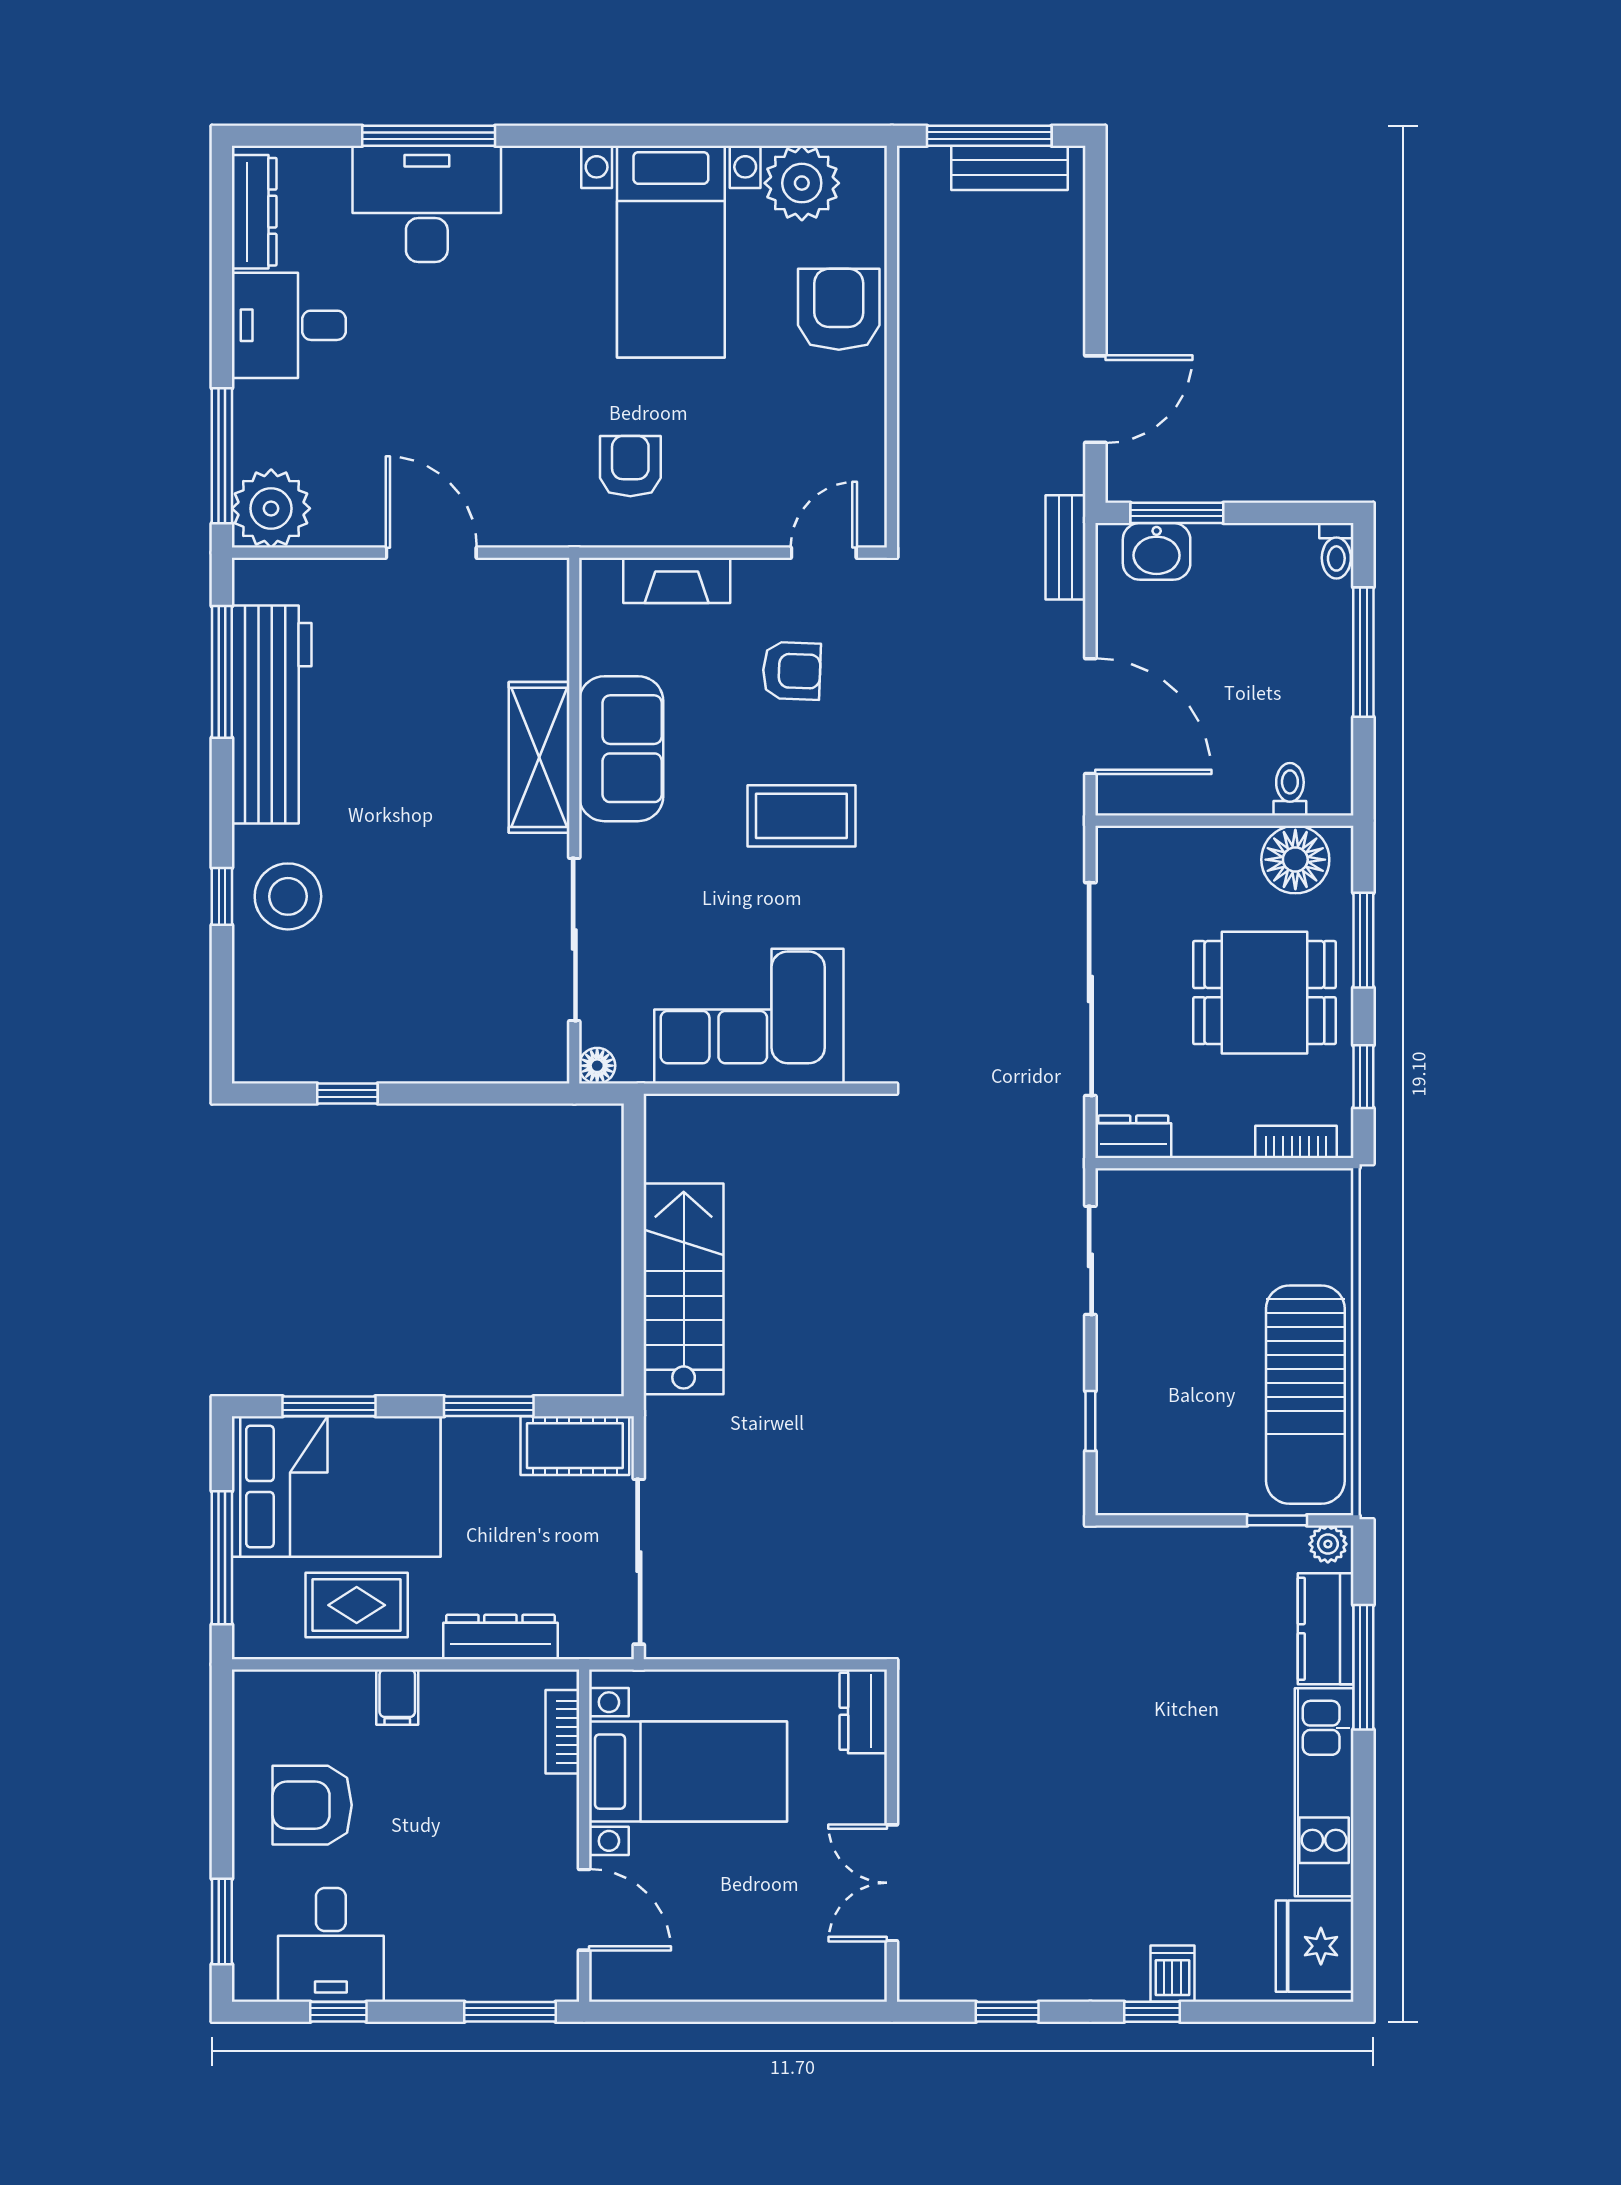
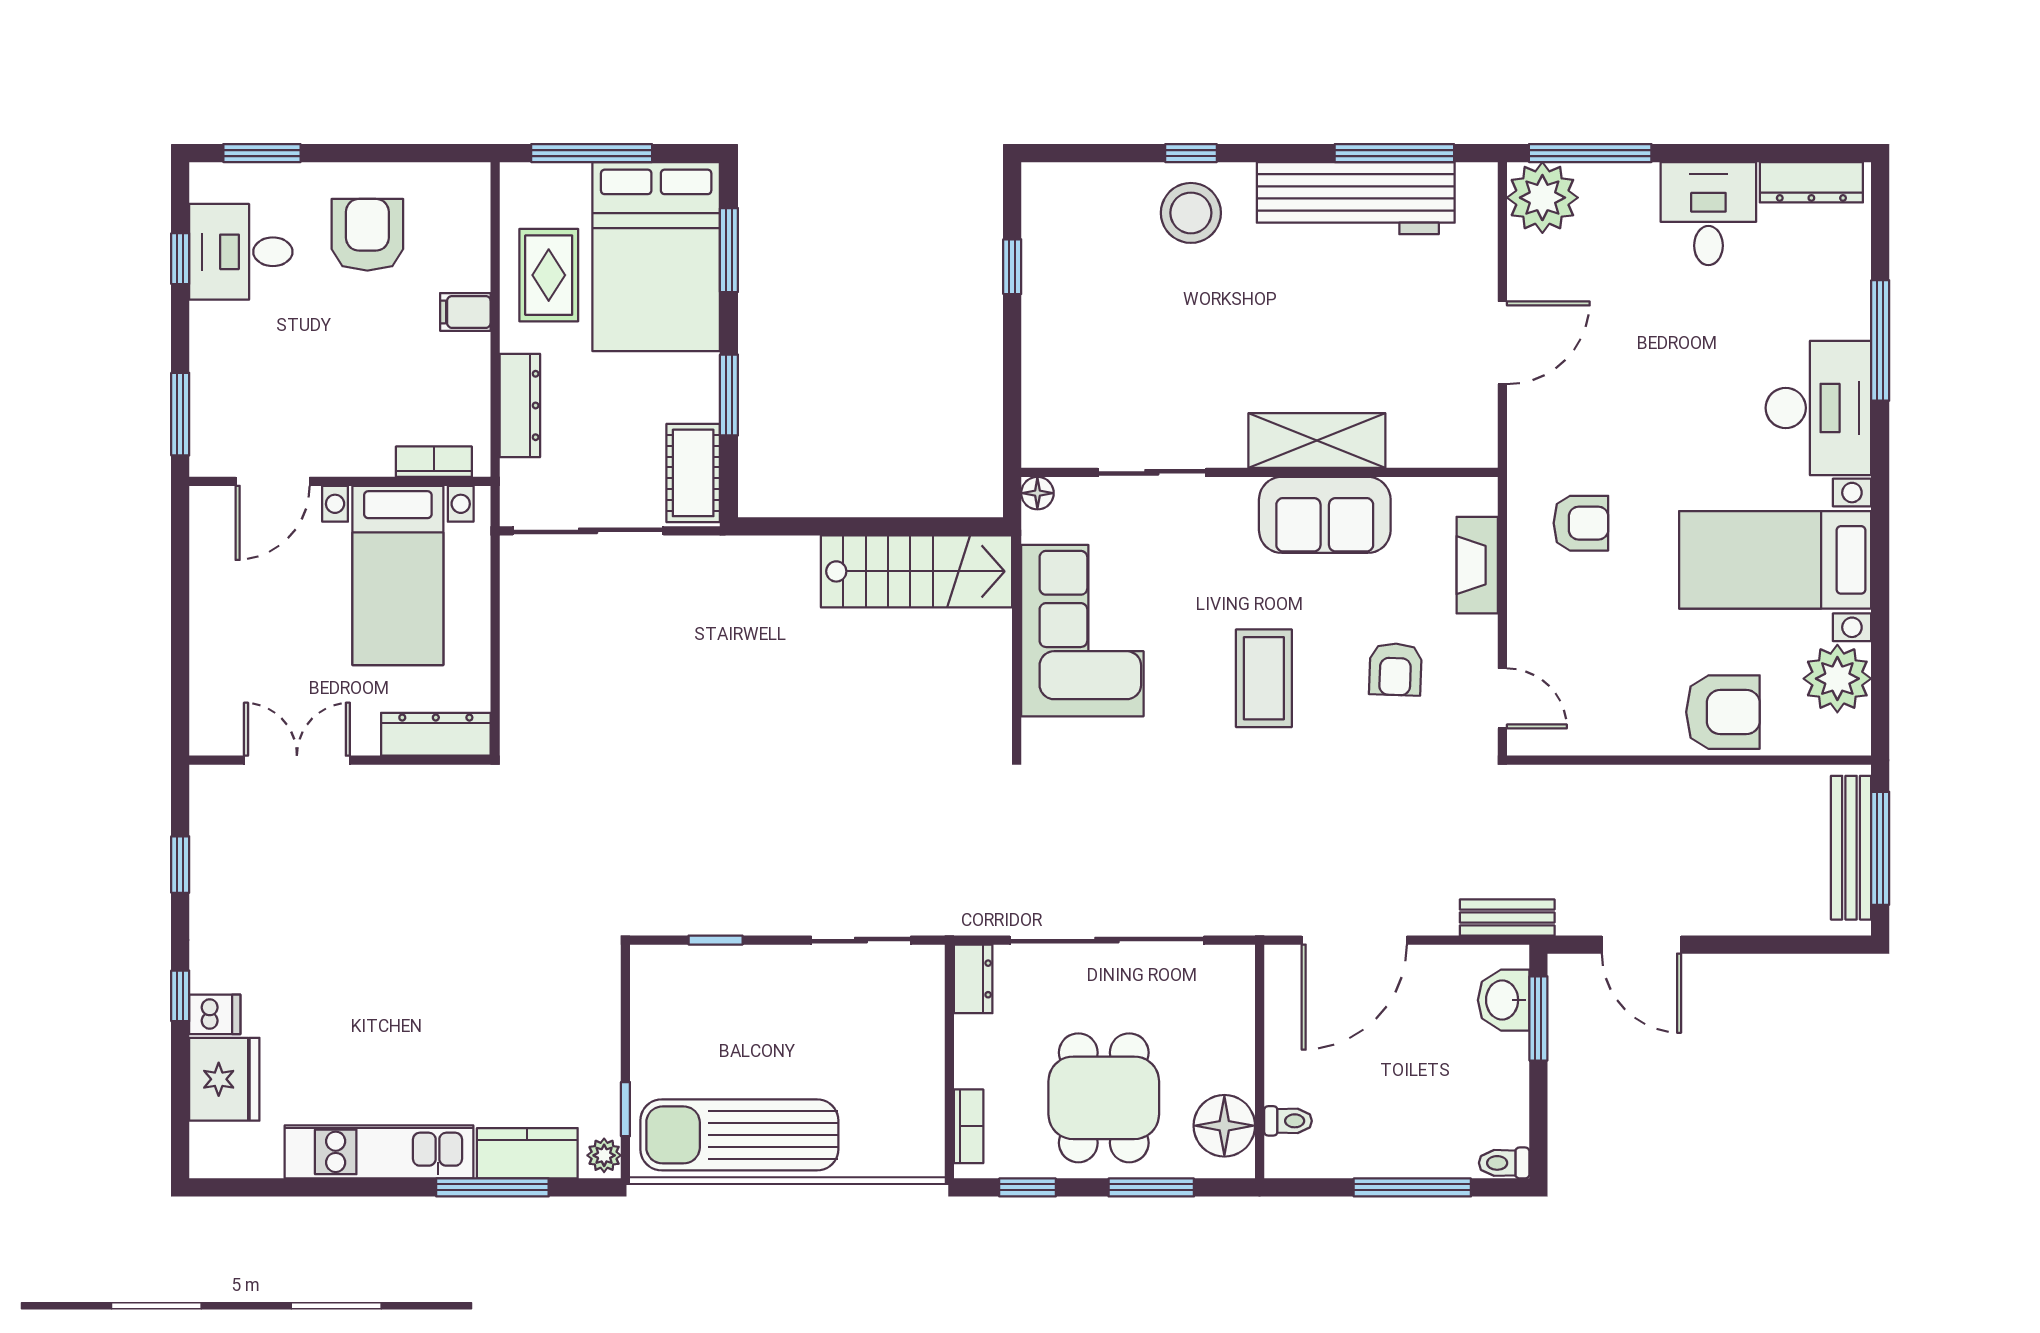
bench: (1010, 168) -> (1851, 848), width x1.36
desk: (427, 204) -> (1818, 408), moved
sliding door: (574, 940) -> (1152, 472), width x0.73
stairs: (684, 1289) -> (917, 571), moved
dresser: (863, 1711) -> (436, 734), width x1.44
fridge: (1315, 1946) -> (224, 1079), moved, turned 90

